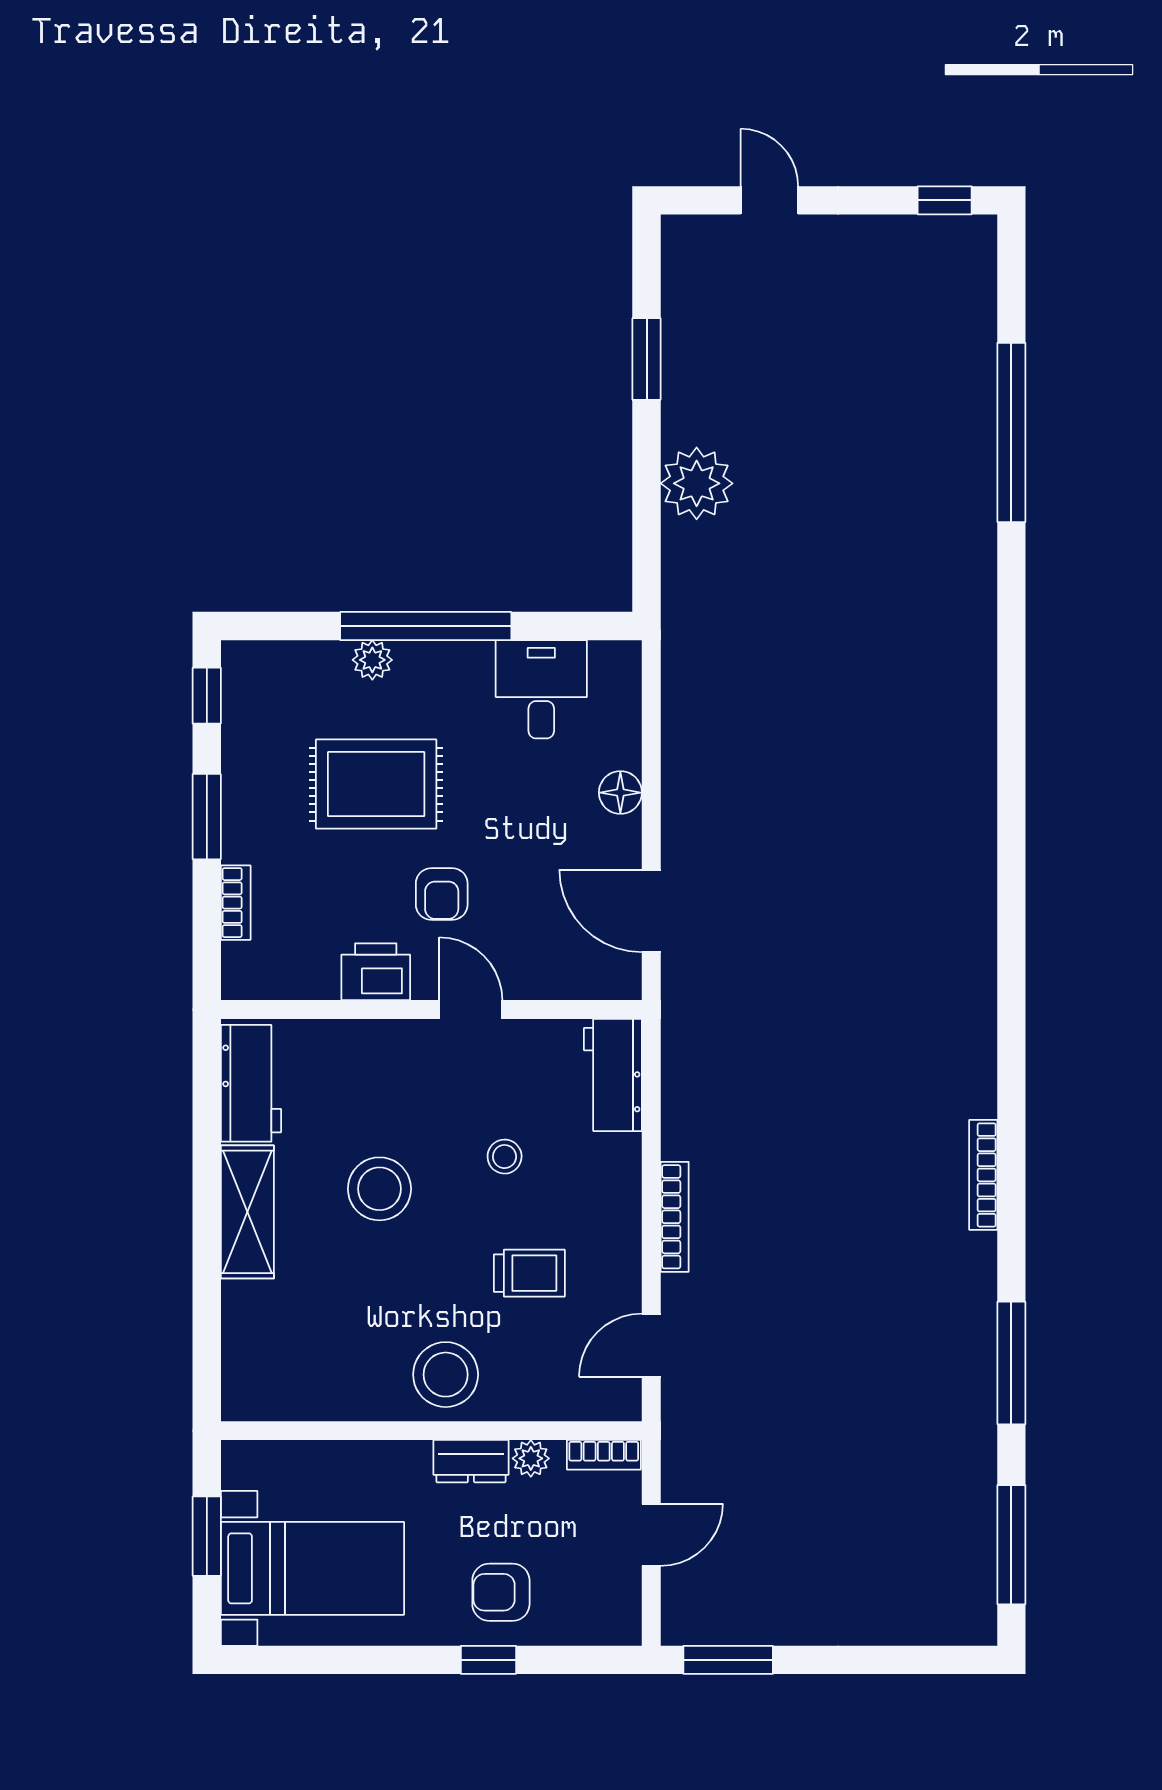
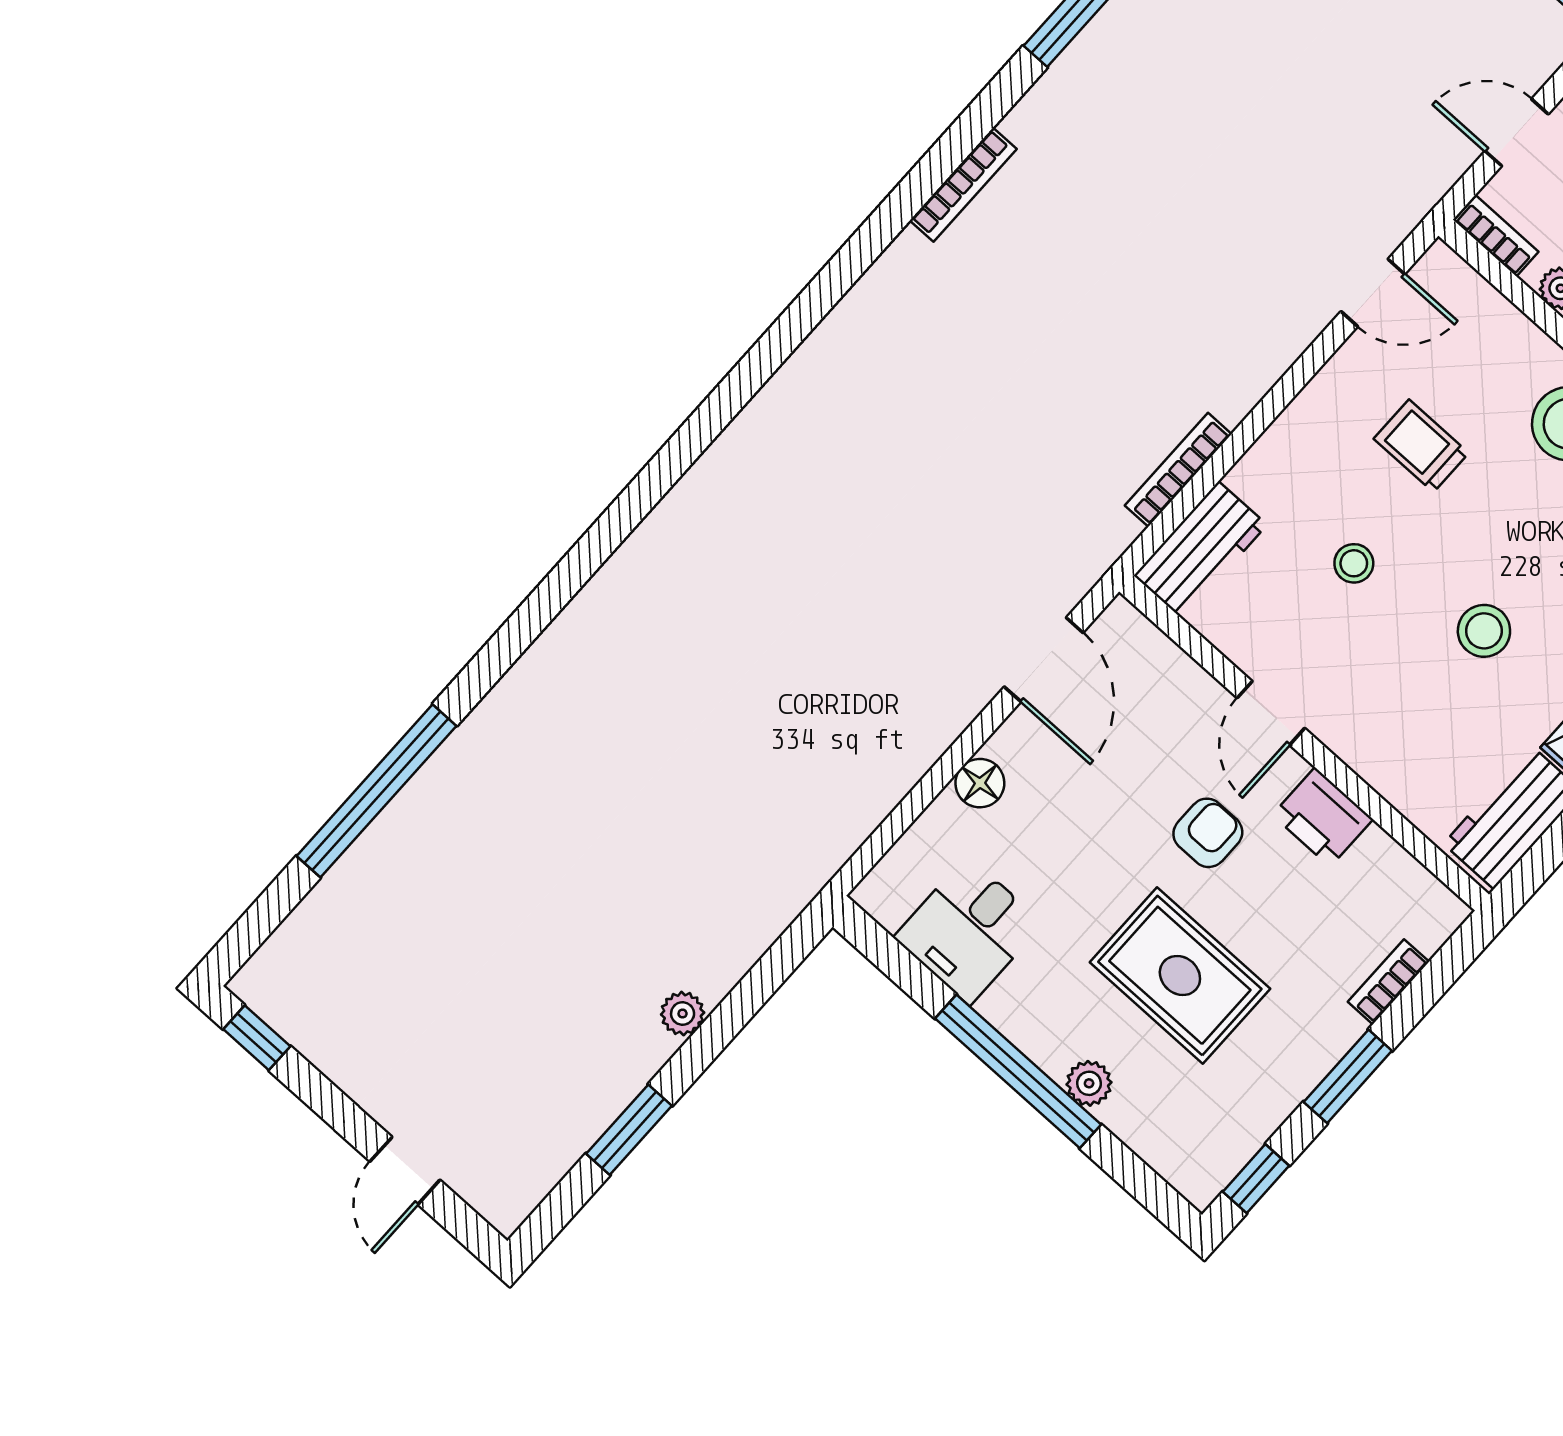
plant: (697, 483) -> (683, 1014), width x0.53, depth x0.53
stool: (379, 1189) -> (1484, 631), width x0.73, depth x0.73
bookcase: (675, 1217) -> (1178, 470), moved

